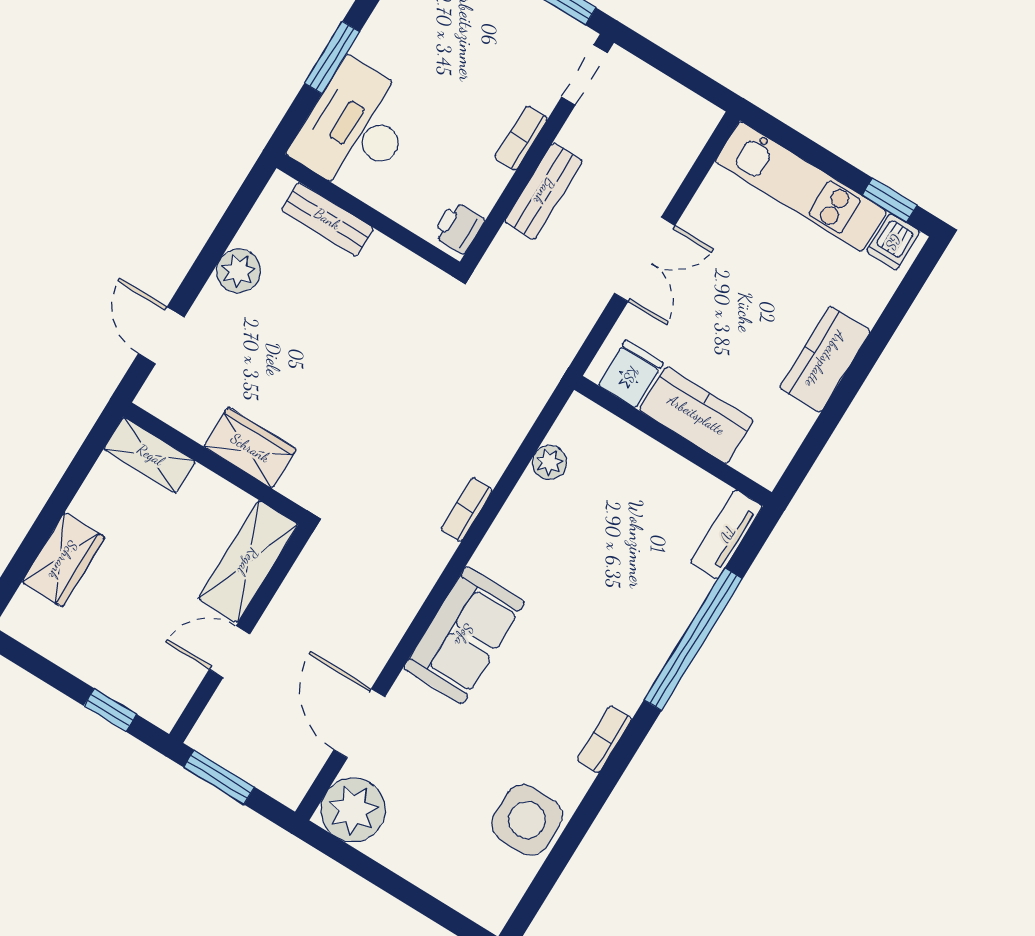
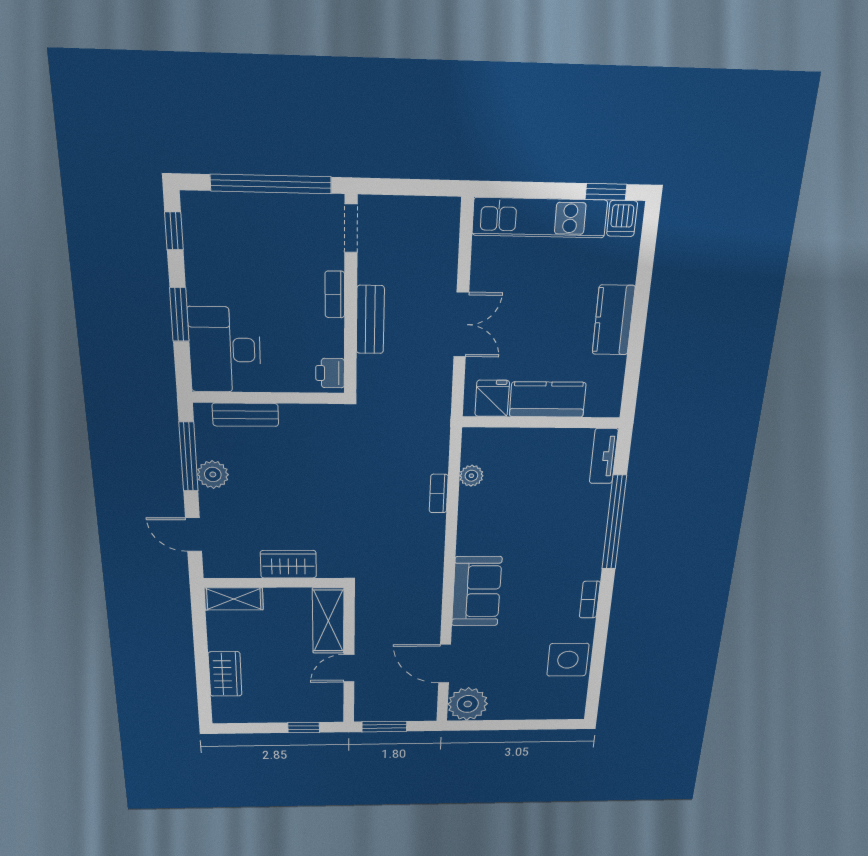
window: (225, 231) -> (189, 457), added
bookcase: (467, 509) -> (439, 493), moved

